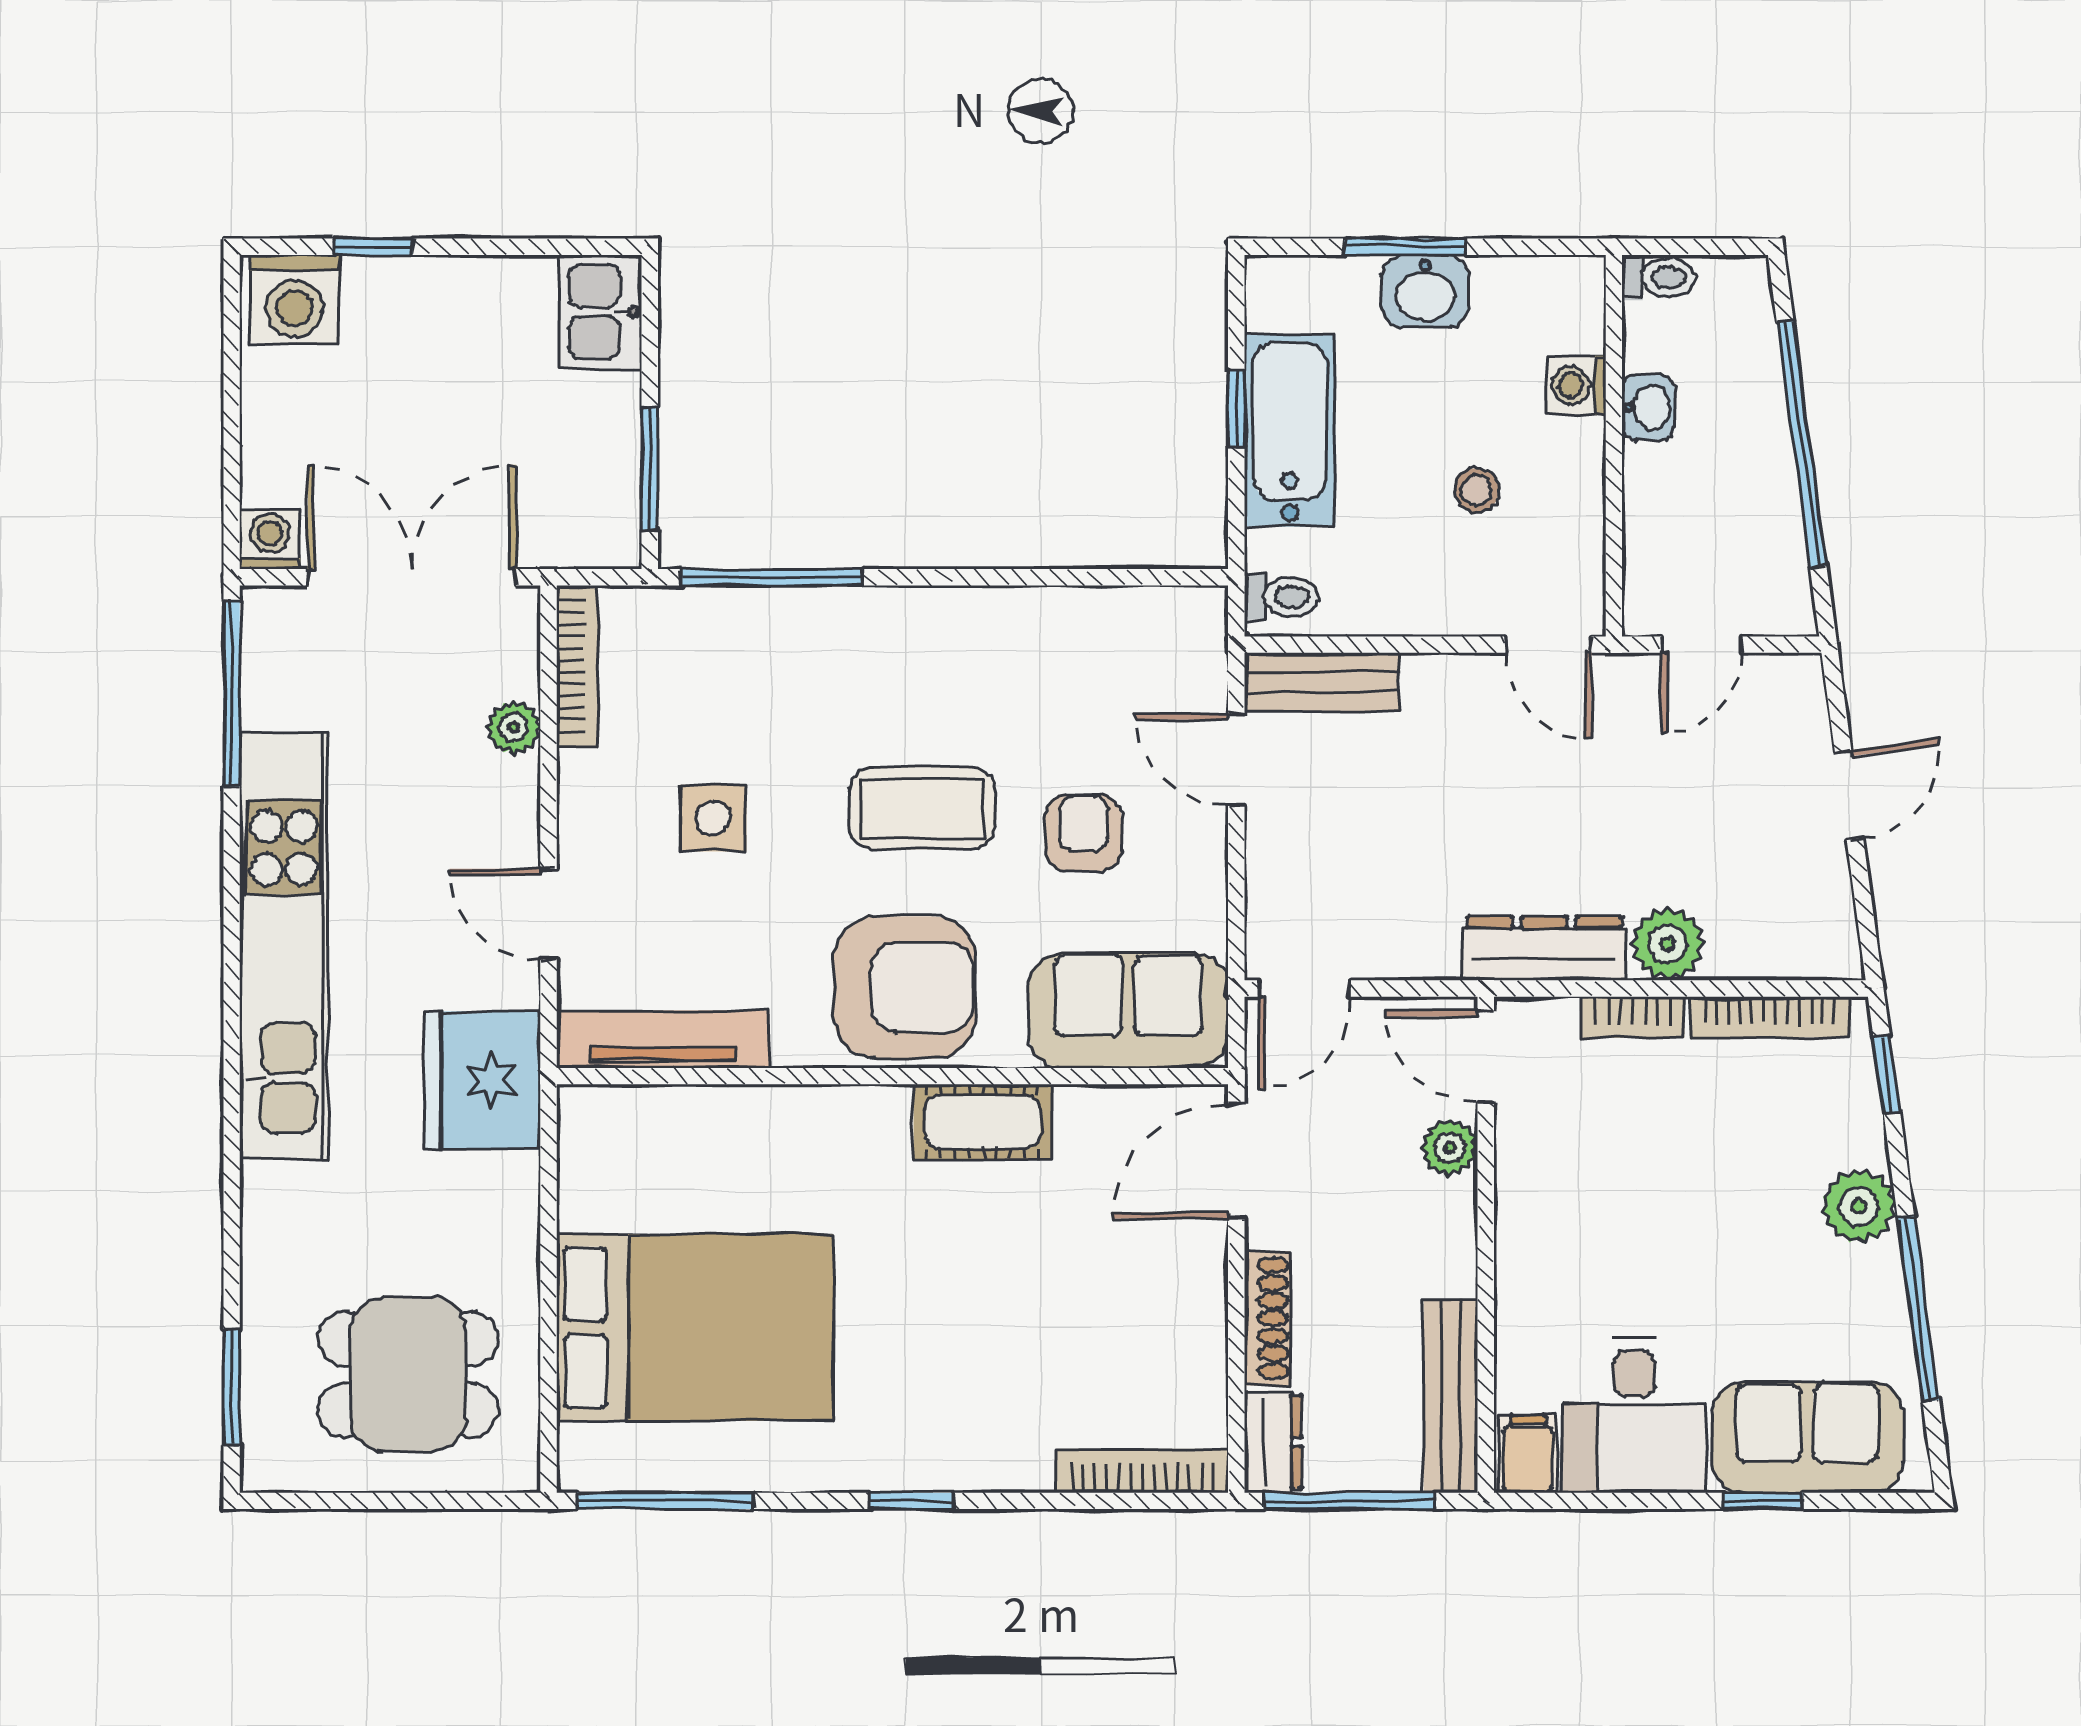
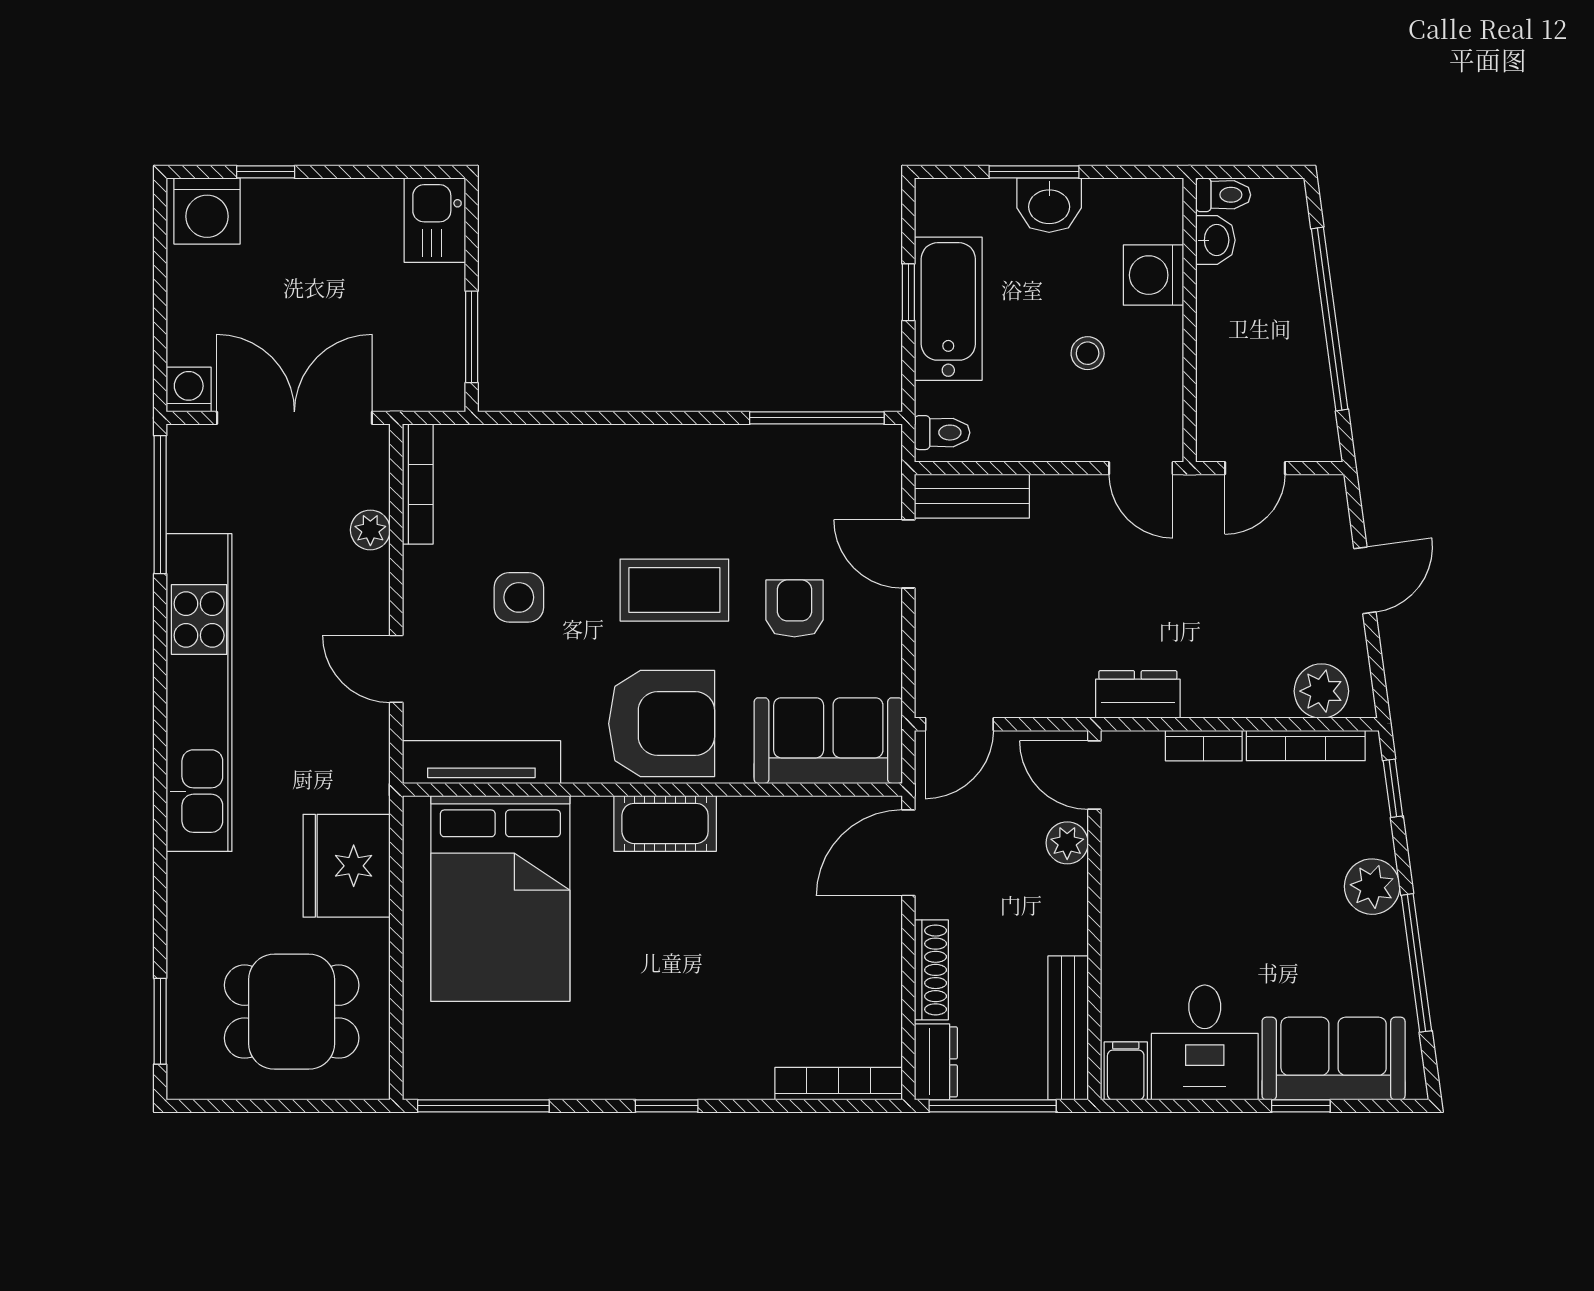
washing machine: (1576, 385) -> (1154, 275), width x1.38, depth x1.38
washbasin: (1648, 407) -> (1215, 240), moved
window: (772, 577) -> (817, 418), moved
plant: (1668, 944) -> (1321, 691), moved
dresser: (1544, 948) -> (1138, 694), width x0.70
fridge: (482, 1080) -> (347, 866), moved
cot: (983, 1122) -> (665, 823), moved
bed: (695, 1327) -> (500, 898), moved, turned 90

